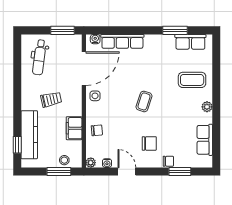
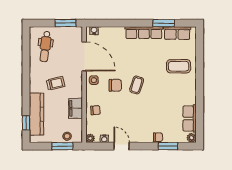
row of seats: (122, 41) -> (144, 33), moved
door: (84, 69) -> (84, 56), hinge flipped
plant: (207, 107) -> (192, 138), moved
chair: (149, 143) -> (115, 85), moved

